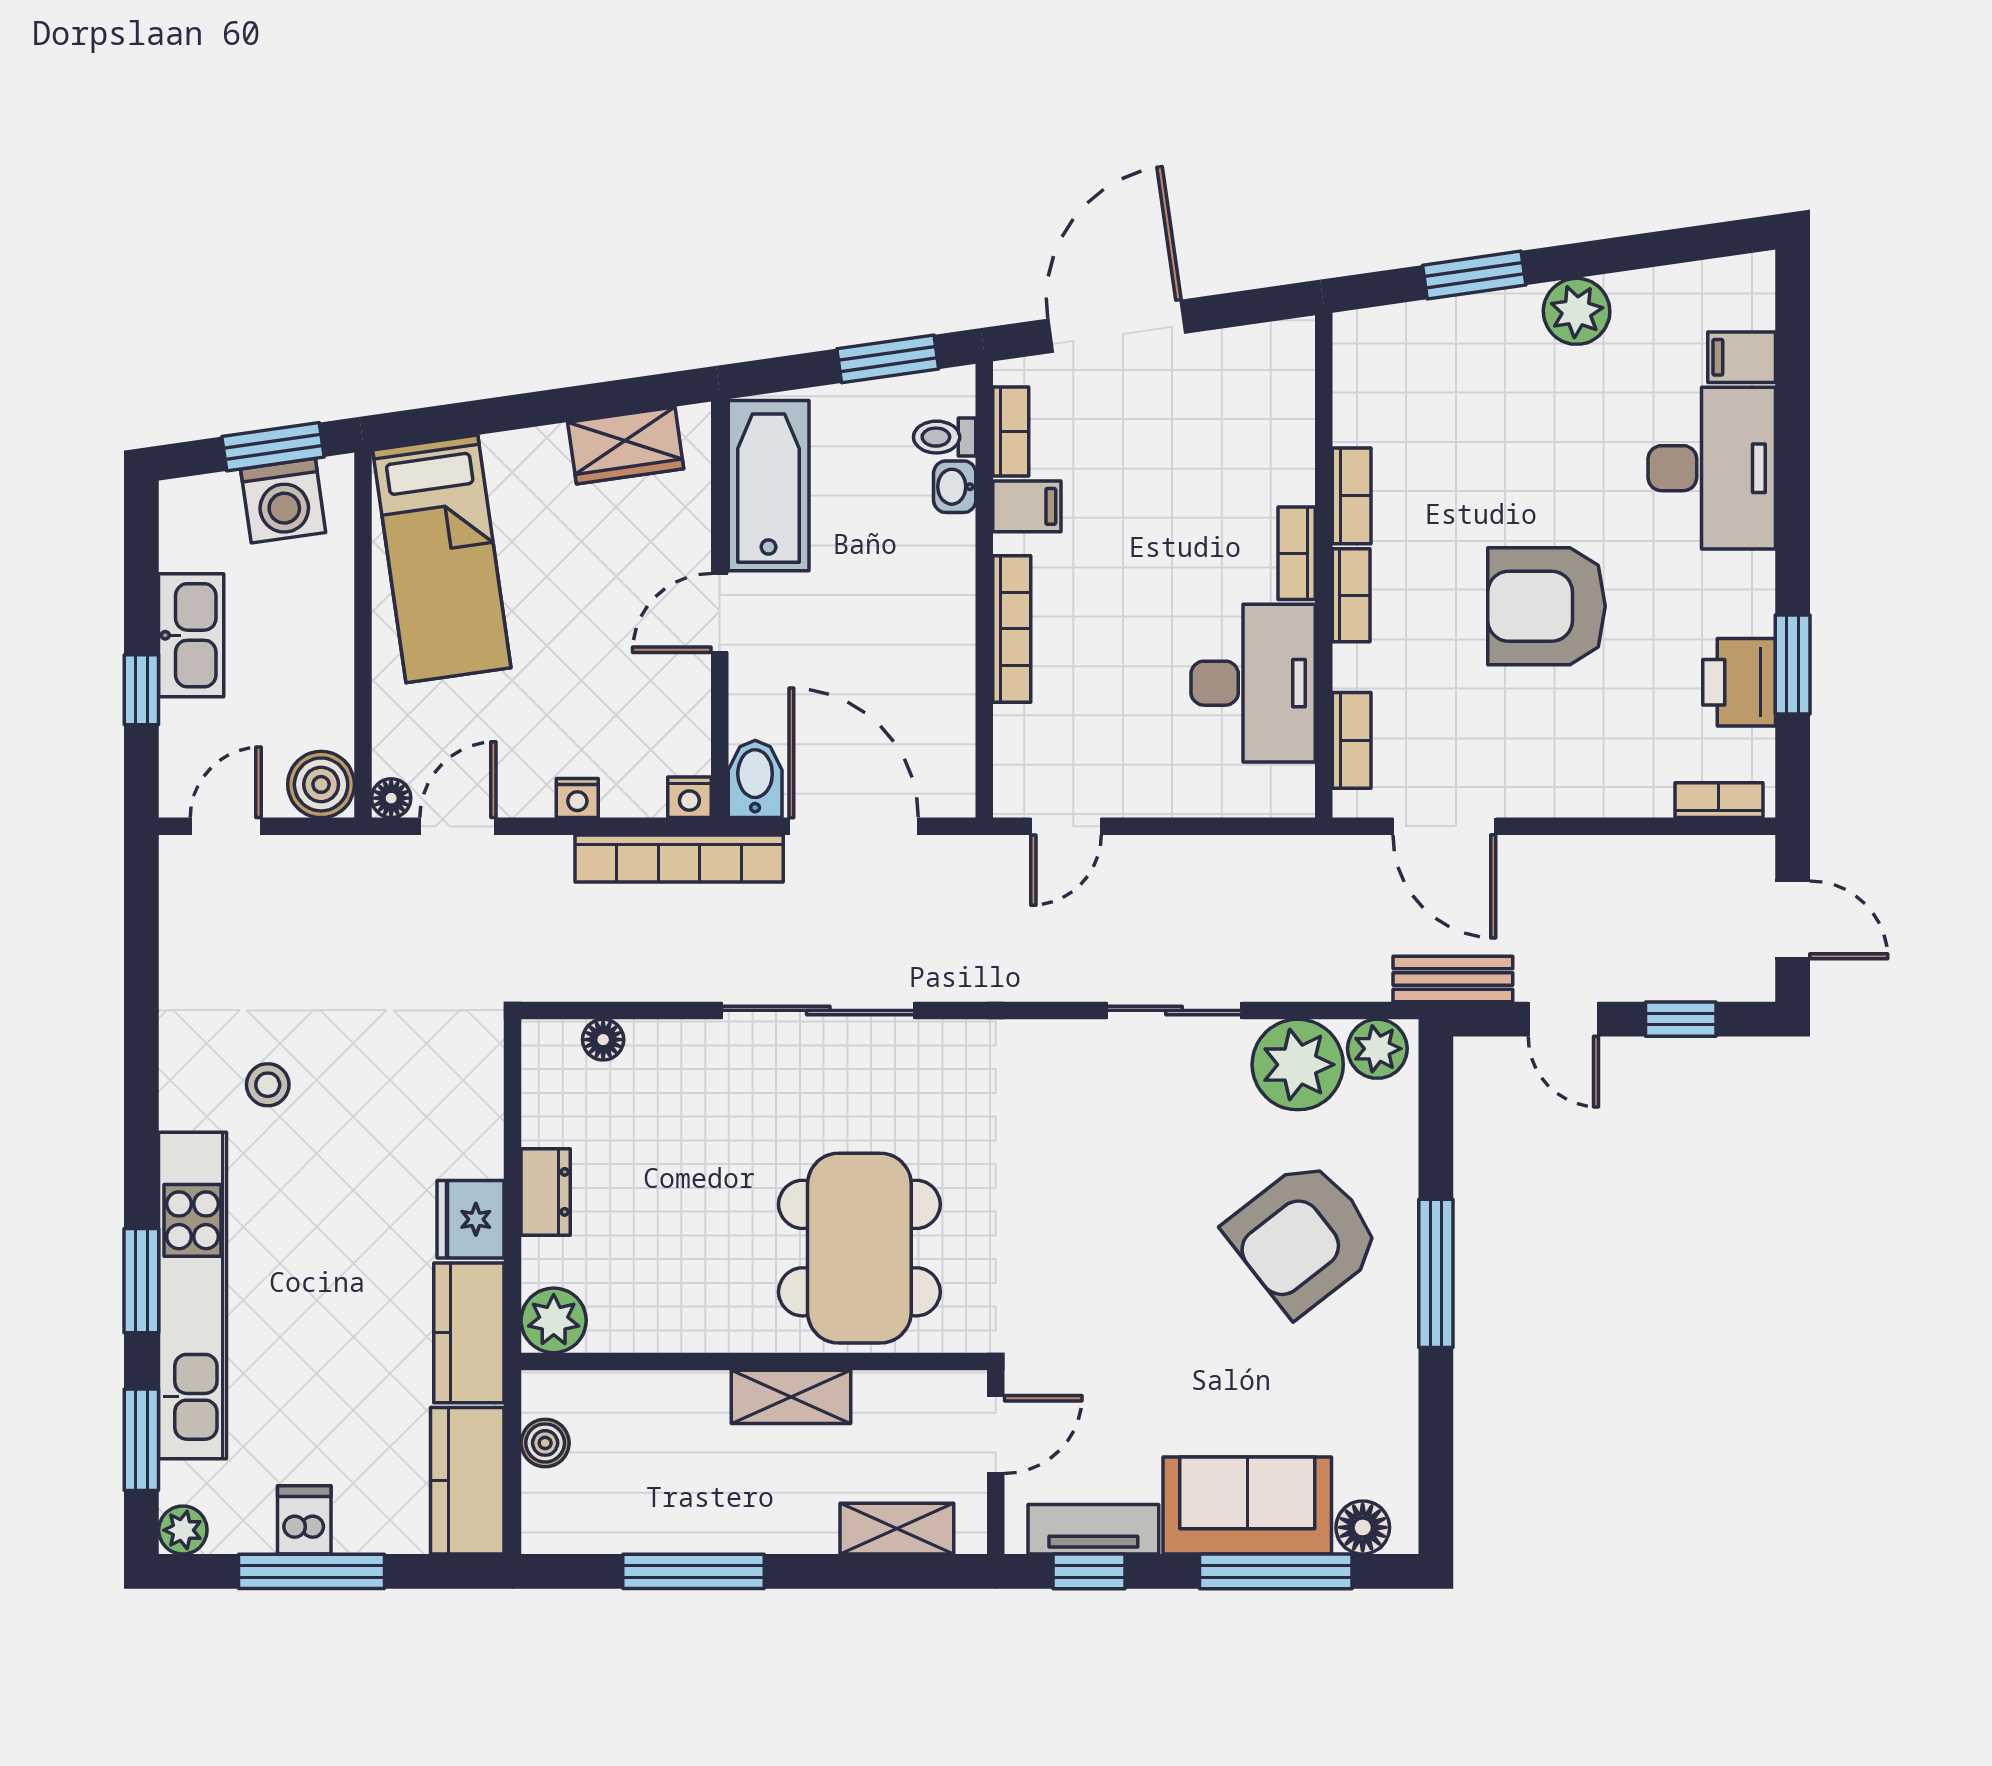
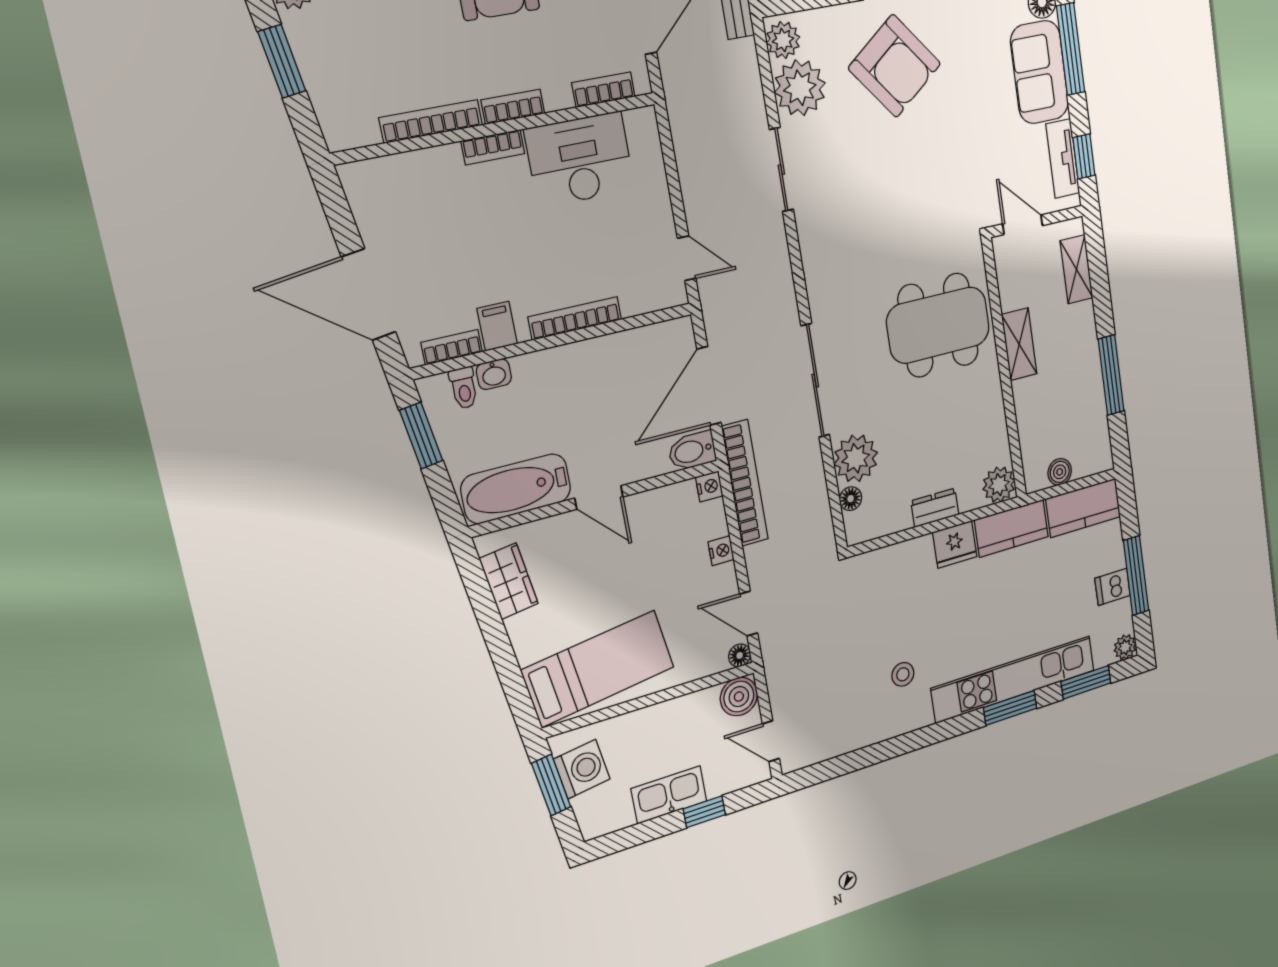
bookcase: (1352, 496) -> (431, 121), width x1.56
plant: (670, 1060) -> (856, 458), added

